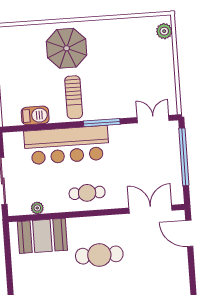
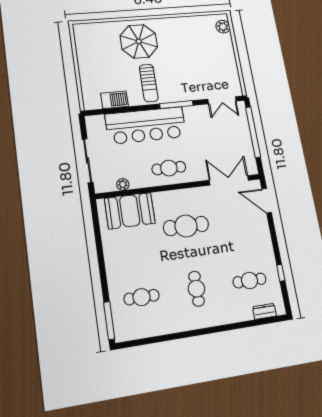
double door: (153, 119) -> (222, 100), swing flipped

